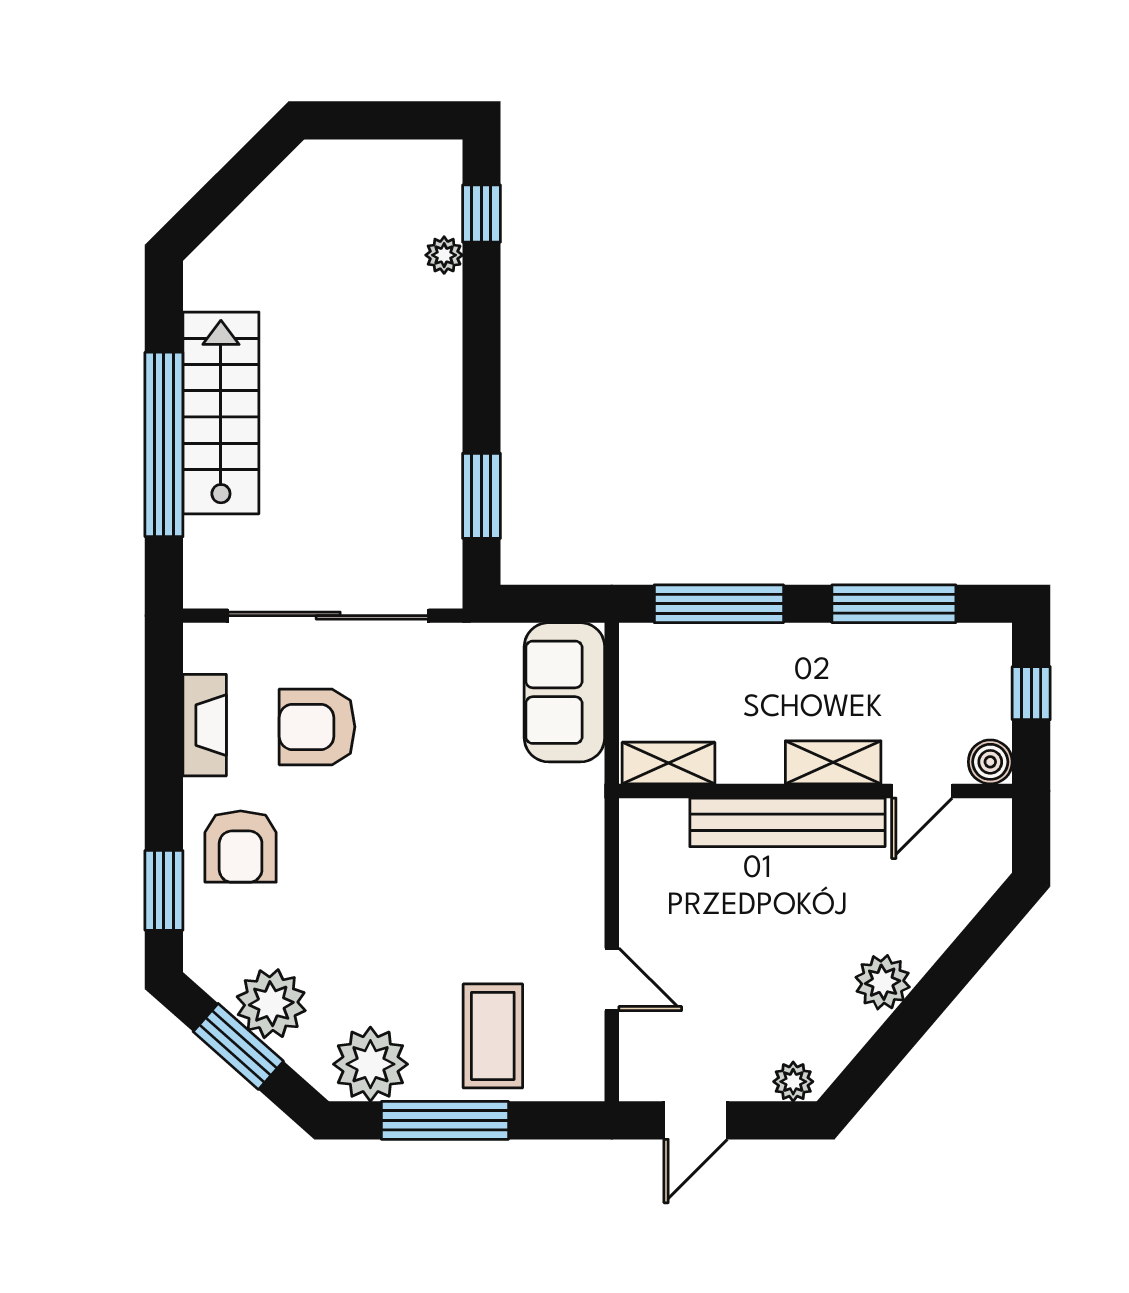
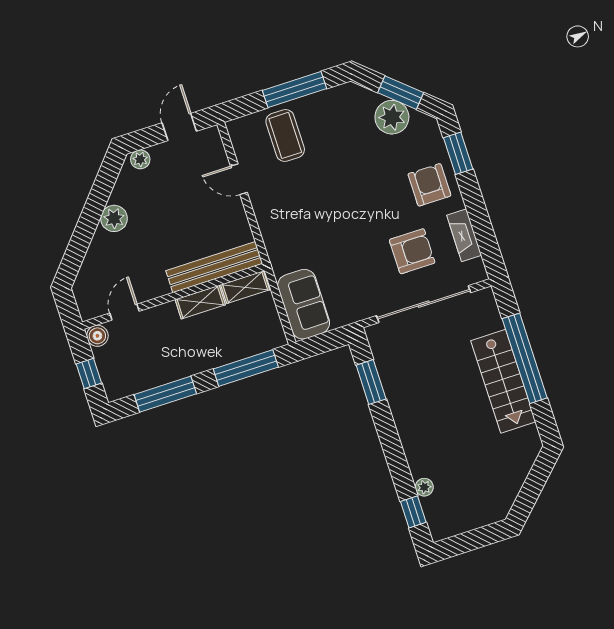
shelving: (833, 762) -> (200, 302), moved
bench: (787, 822) -> (214, 267), moved
plant: (370, 1064) -> (337, 104), removed

